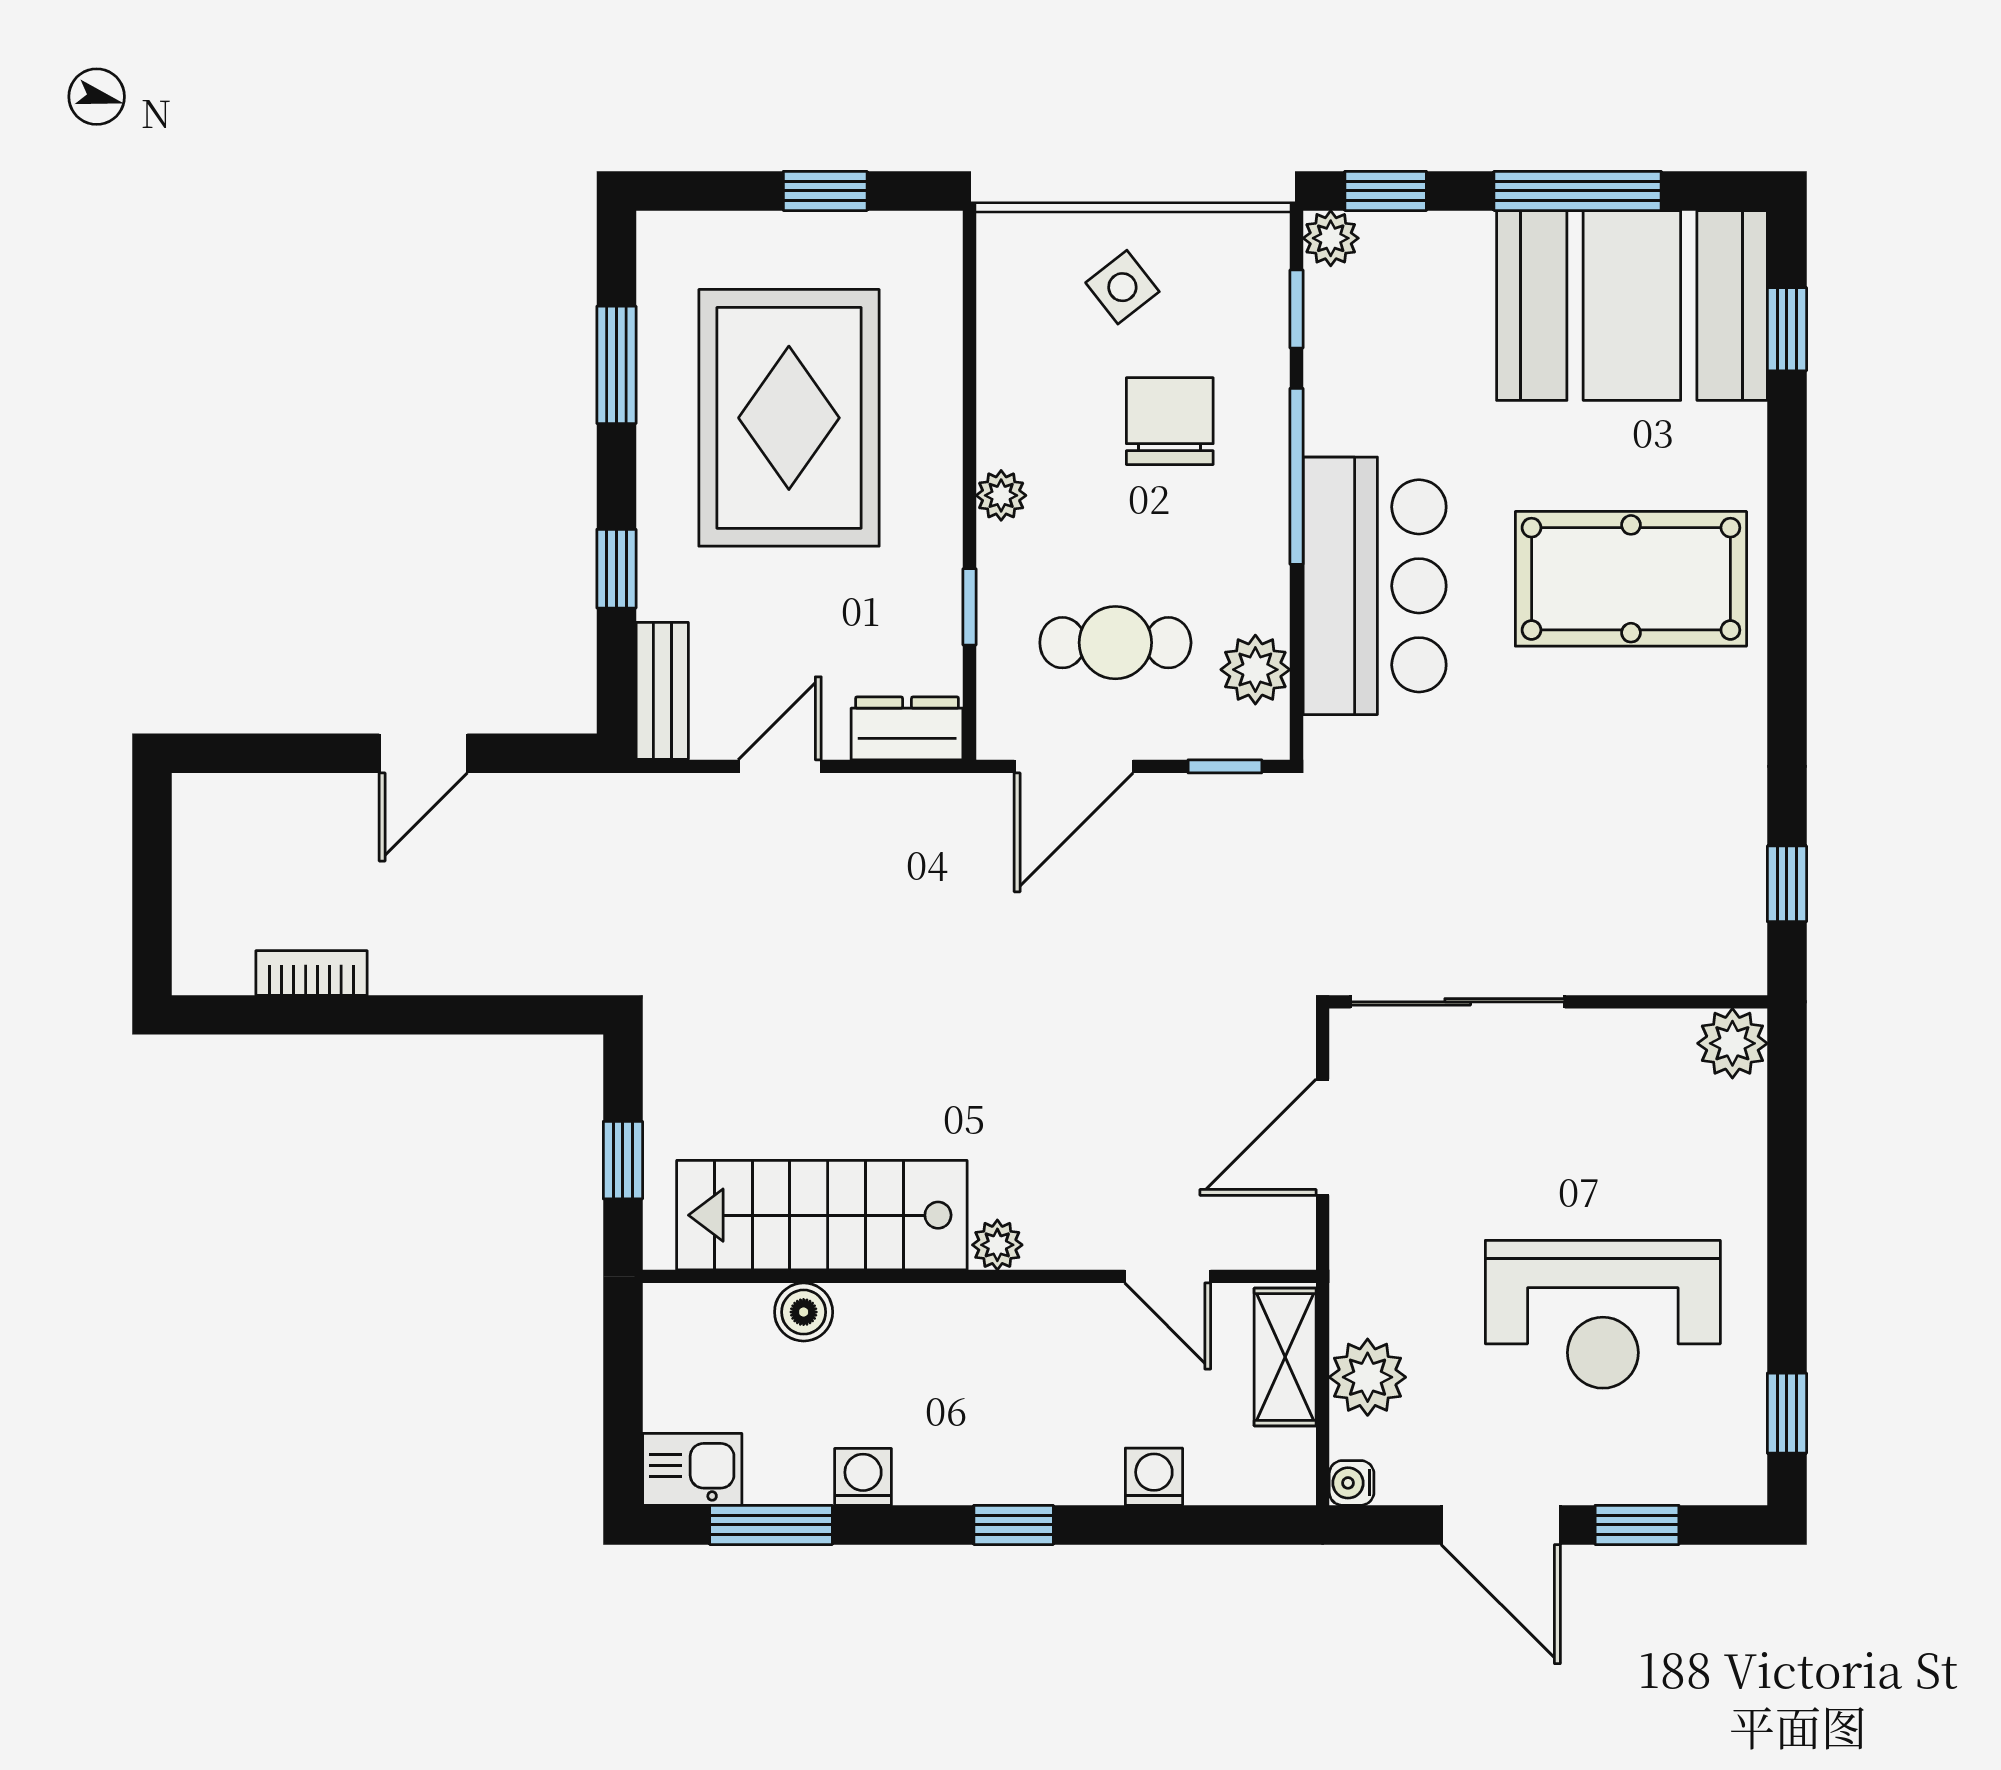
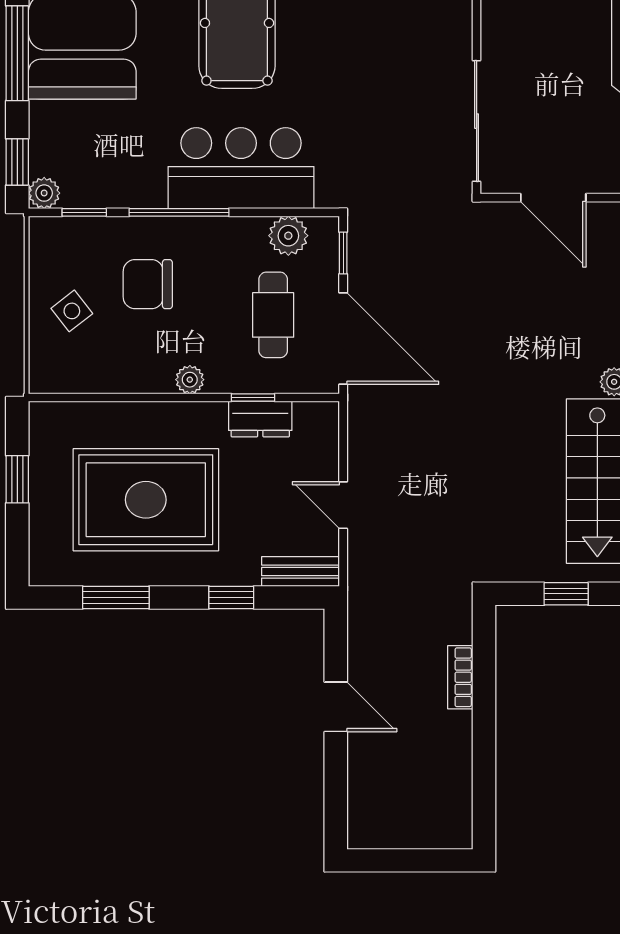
dresser: (907, 728) -> (260, 419), moved, turned -90
door: (1074, 766) -> (343, 339), width x1.36
bookcase: (311, 973) -> (460, 677), moved

